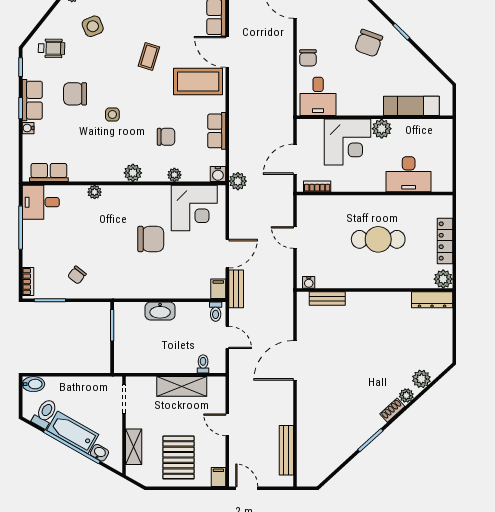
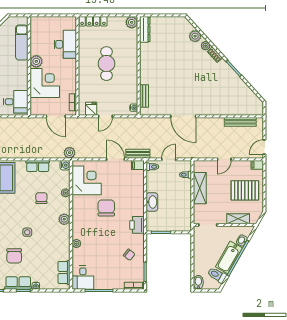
fridge: (307, 215) -> (91, 109), added
locker: (445, 241) -> (93, 21), moved
printer: (124, 287) -> (137, 225), added

